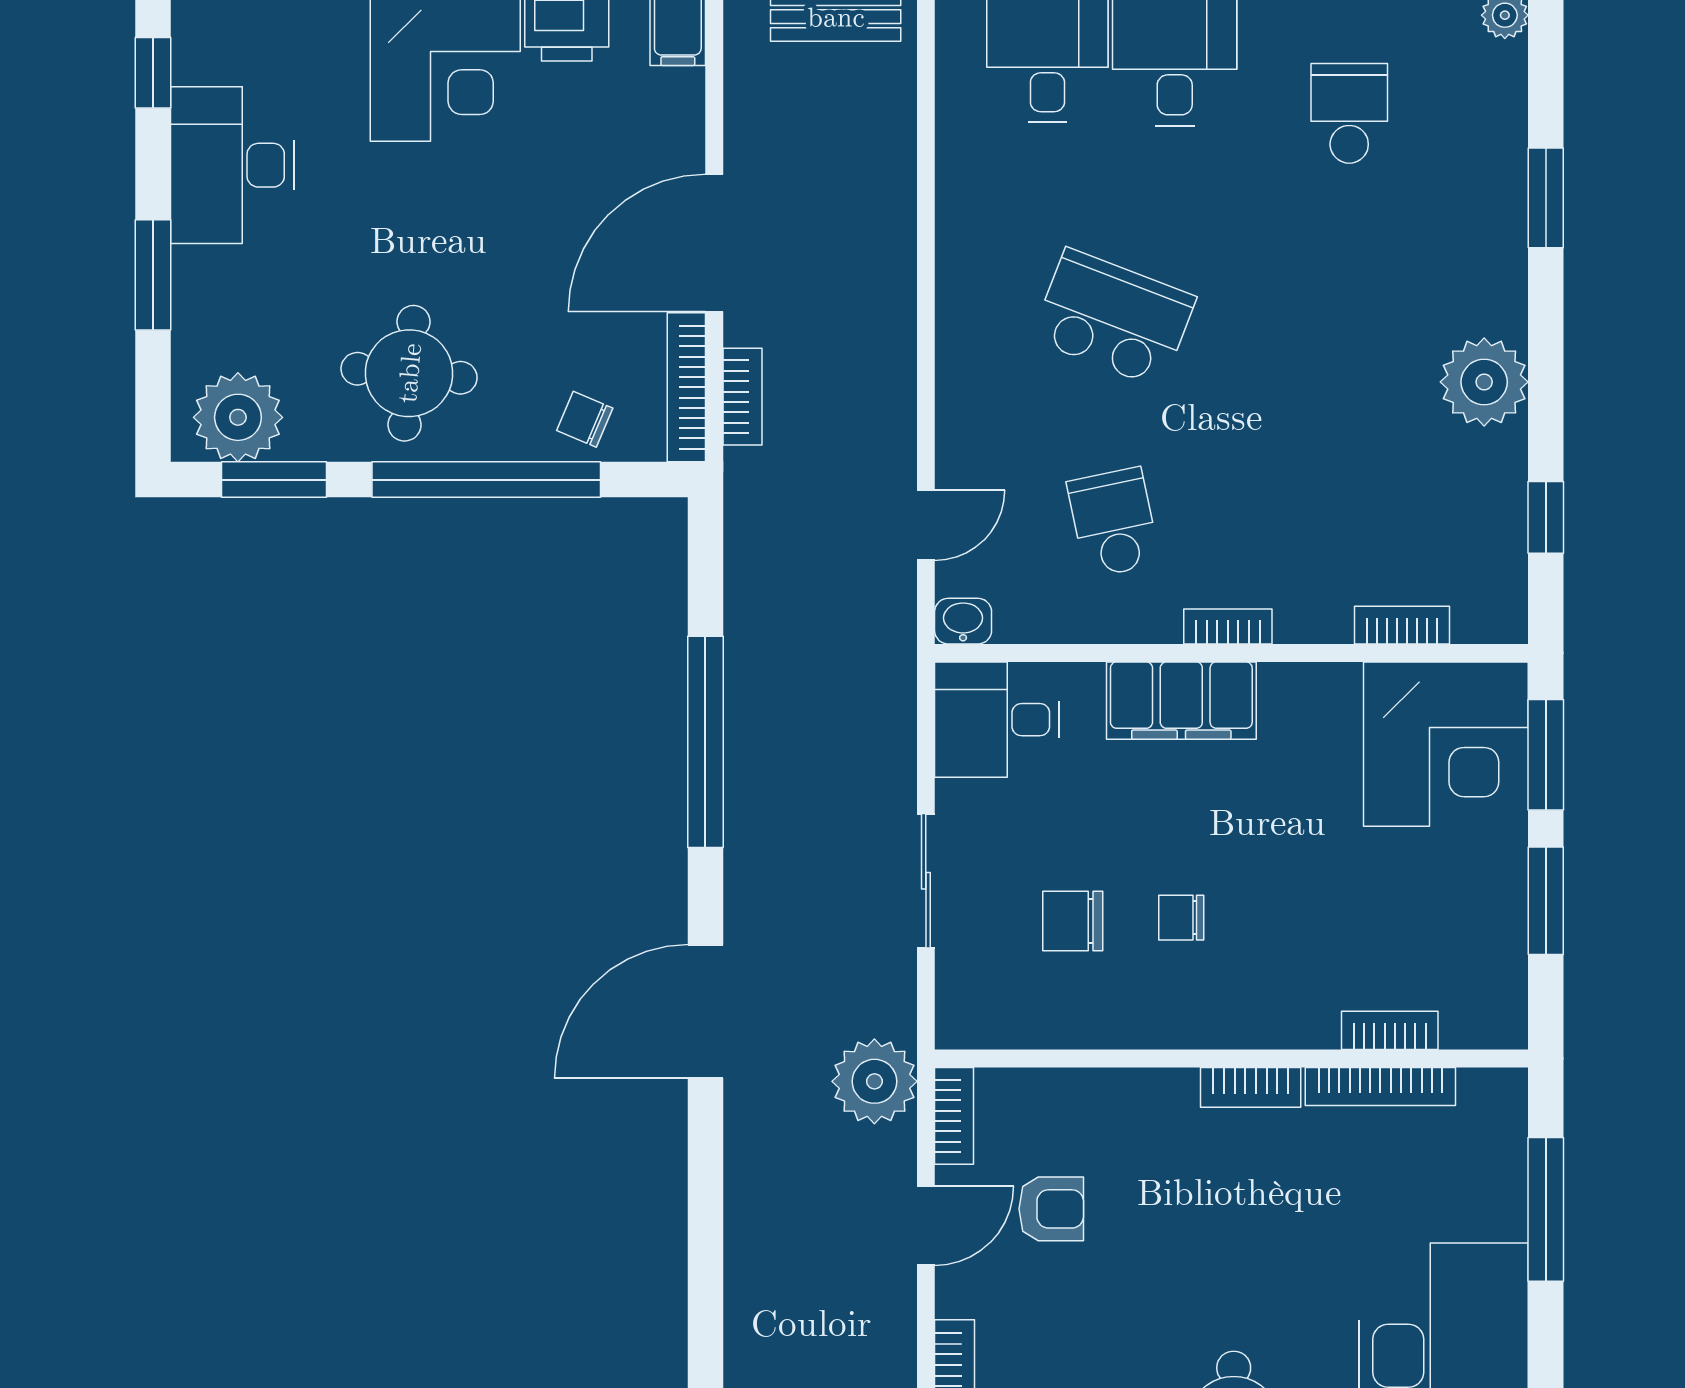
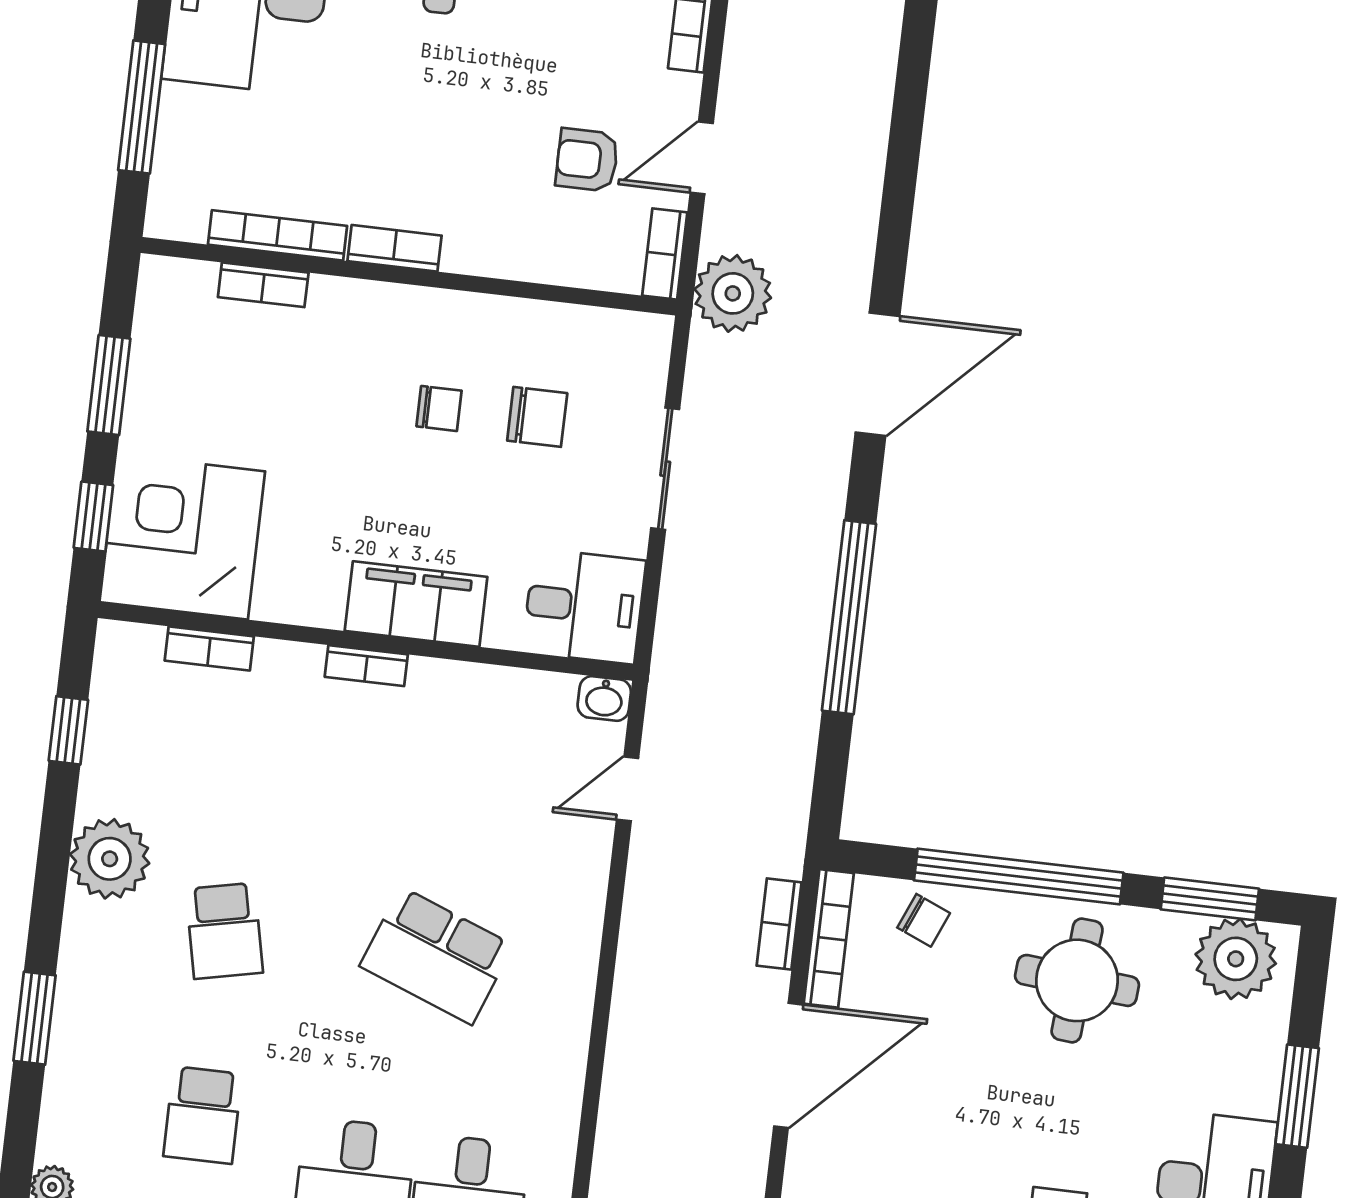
school desk: (1114, 523) -> (224, 931), moved
window: (1546, 755) -> (93, 516), width x0.67

